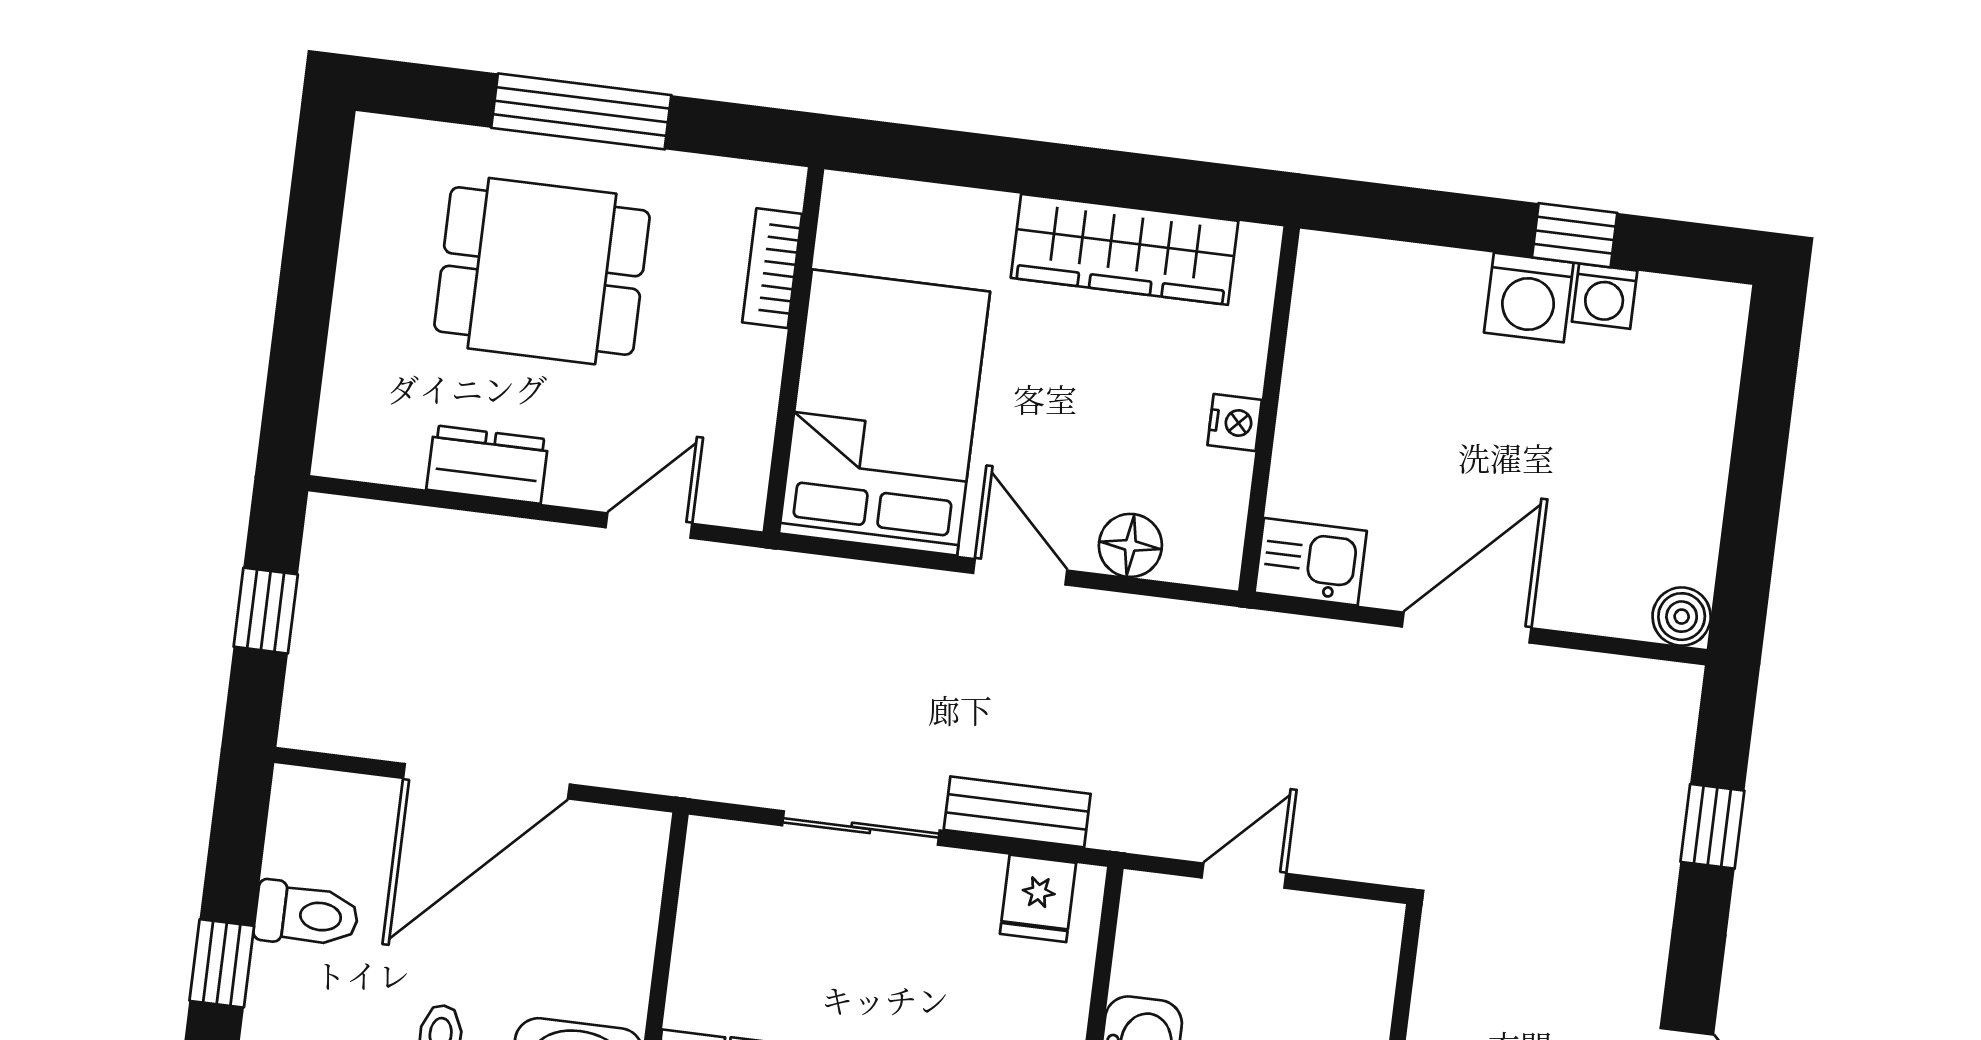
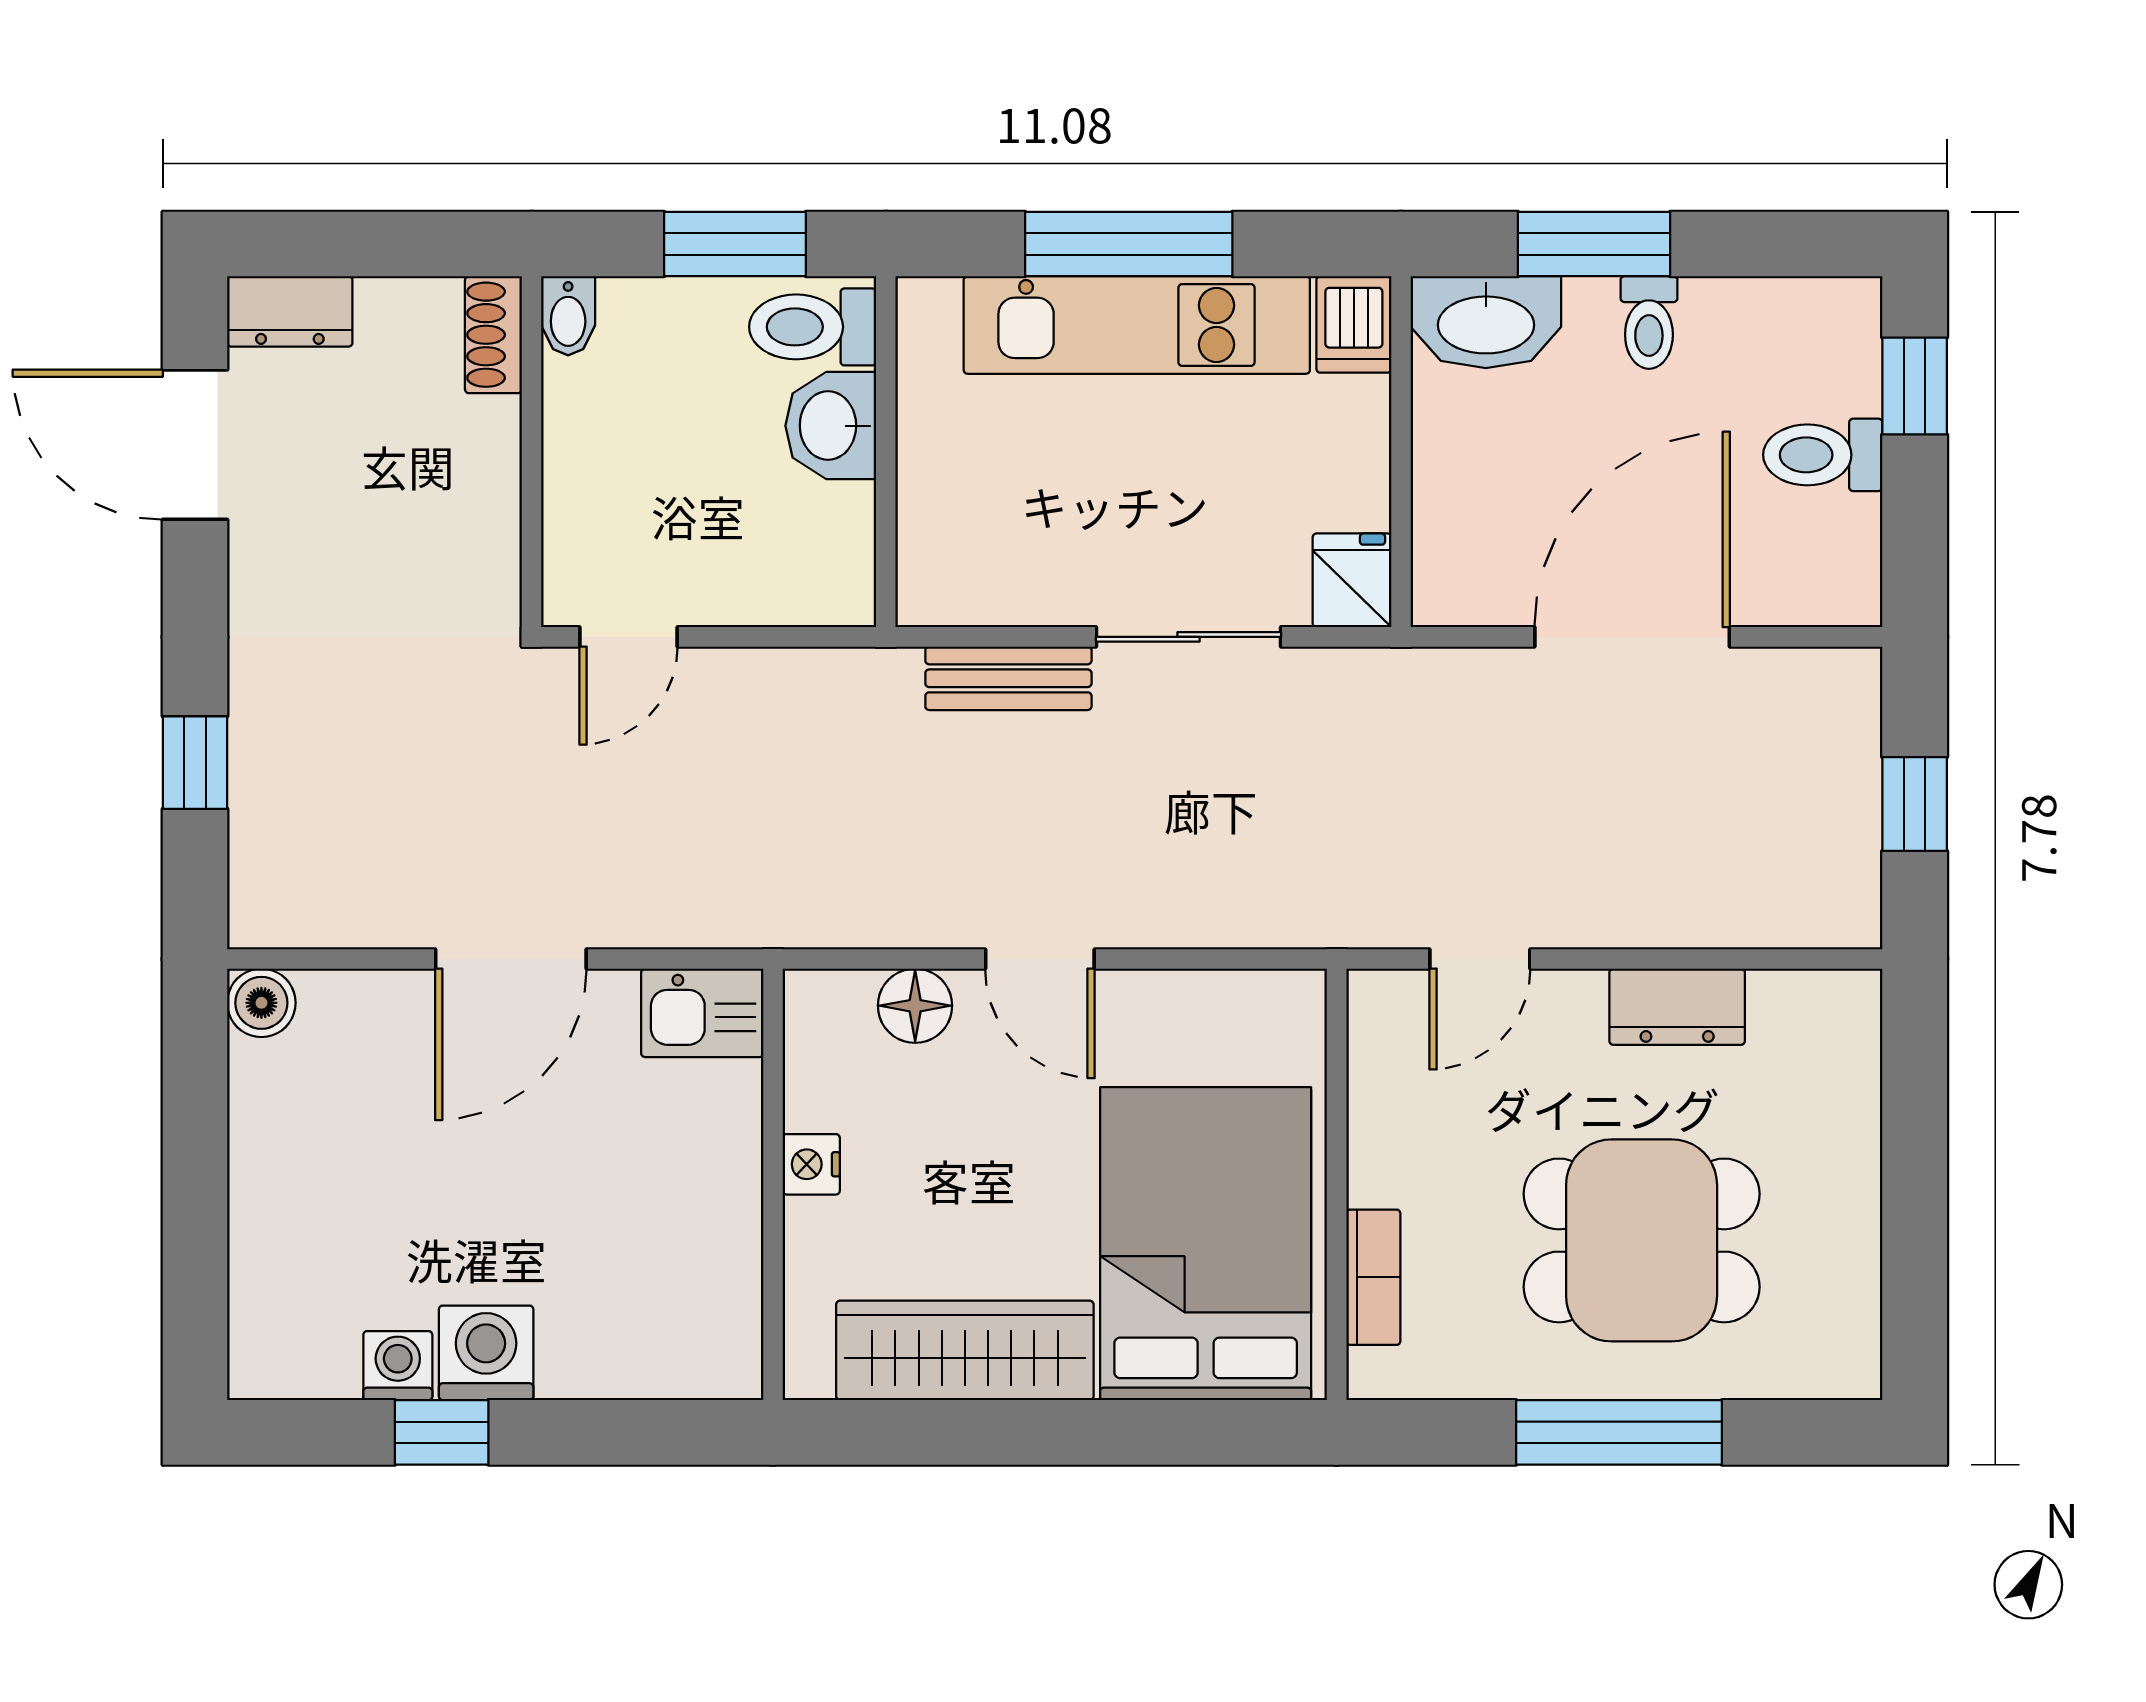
bed: (884, 413) -> (1206, 1244), moved, turned 180
door: (1244, 876) -> (628, 637), moved
fridge: (1038, 898) -> (1352, 580), moved

